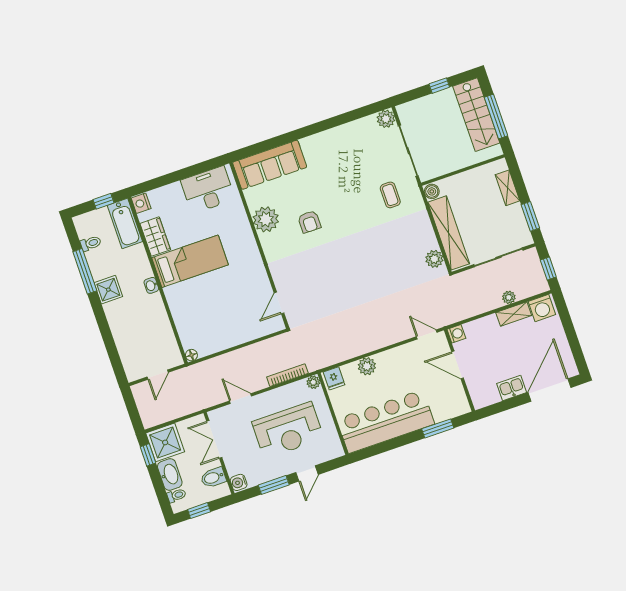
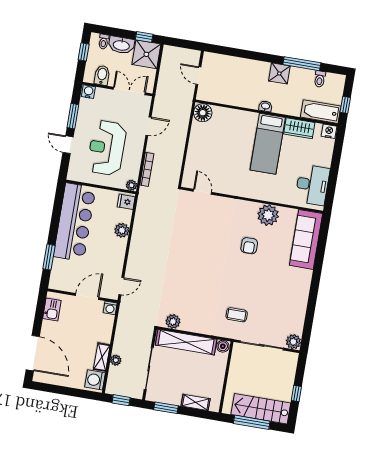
armchair: (309, 222) -> (249, 246), turned -90
floor lamp: (191, 355) -> (203, 113), width x1.89, depth x1.89
kitchen sink: (512, 388) -> (52, 310), moved

